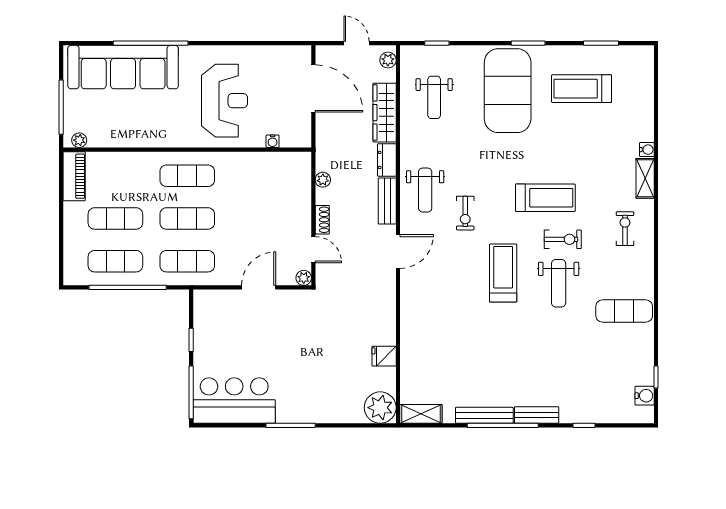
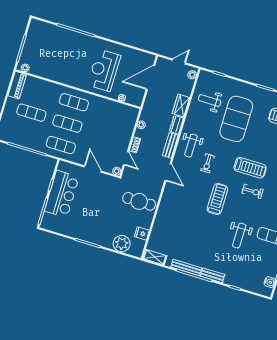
door: (357, 43) -> (179, 62), hinge flipped
sofa: (123, 67) -> (58, 38), removed
door: (313, 88) -> (150, 78), swing flipped
exercise mat: (508, 91) -> (236, 119), moved
weight bench: (434, 97) -> (210, 100), turned 90
reception desk: (224, 101) -> (104, 70), turned 180
wardrobe: (385, 113) -> (181, 105), width x0.67
door: (398, 252) -> (168, 172), hinge flipped
exercise mat: (115, 261) -> (25, 134), removed
weight bench: (559, 283) -> (239, 236), moved
door: (259, 287) -> (93, 169), hinge flipped
cafe table: (361, 321) -> (139, 201), added
fridge: (384, 356) -> (142, 233), moved
bar counter: (234, 401) -> (62, 194), moved, turned 90
plant: (380, 408) -> (122, 244), moved

